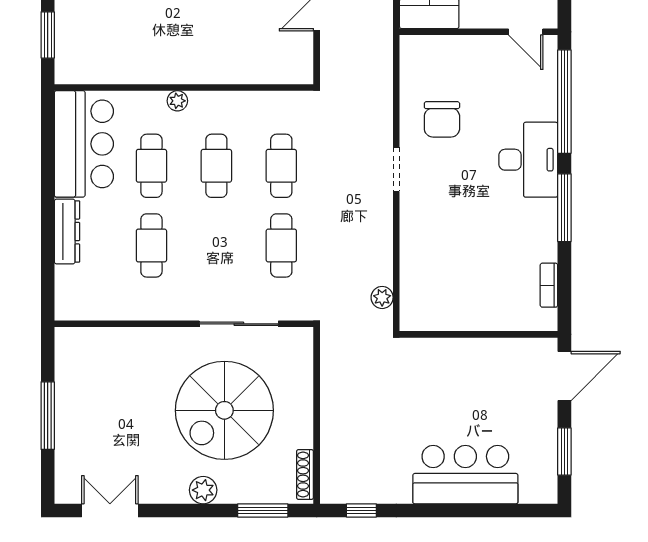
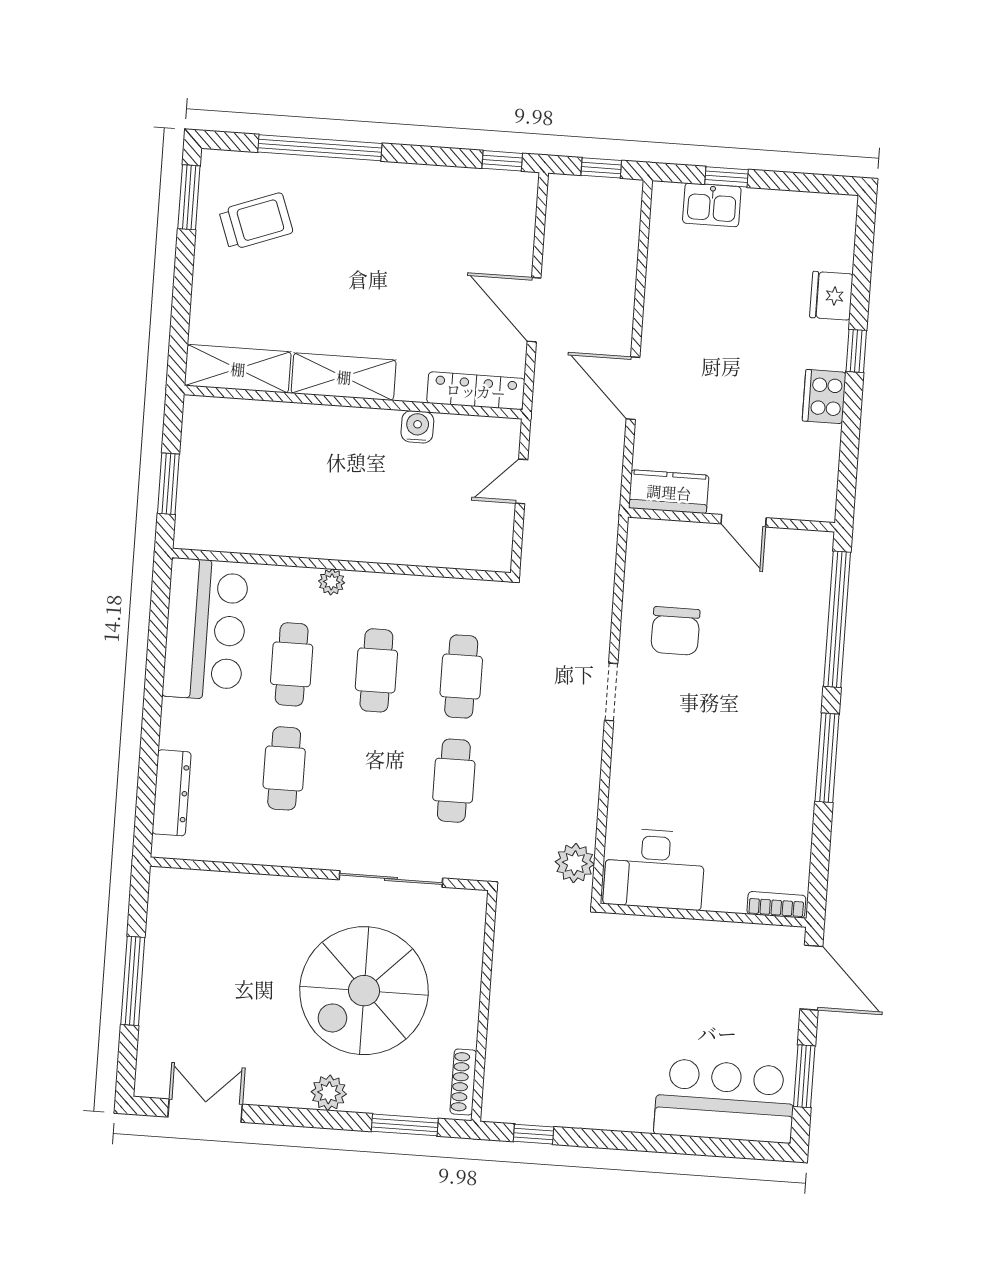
door: (526, 32) -> (744, 521), moved
desk: (528, 160) -> (654, 869), moved, turned 90
dresser: (67, 231) -> (172, 793), moved
bookcase: (549, 285) -> (776, 905), moved, turned 90
plant: (382, 297) -> (575, 863), width x1.38, depth x1.38
door: (564, 376) -> (811, 978), hinge flipped
bar counter: (465, 475) -> (725, 1101), moved

